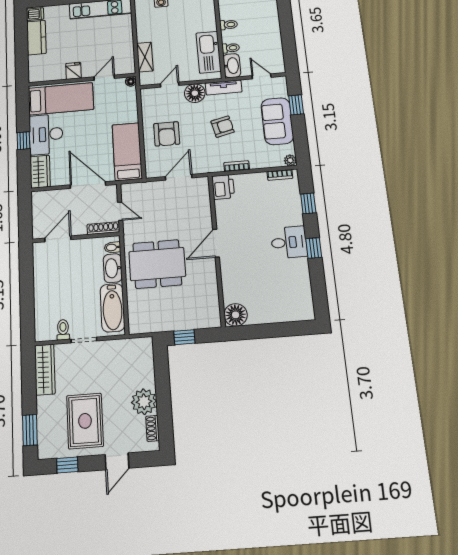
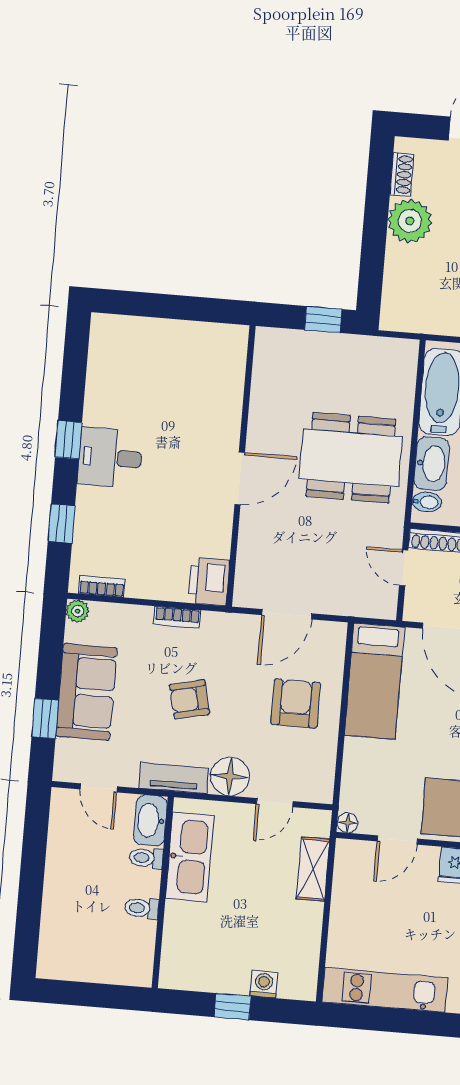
floor lamp: (236, 315) -> (228, 344), removed

